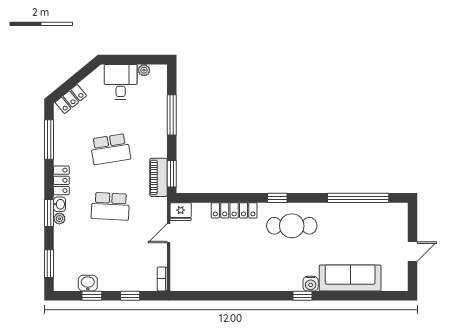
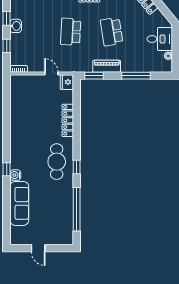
piano: (158, 177) -> (107, 66), moved
window: (277, 198) -> (77, 167), moved
washbasin: (88, 283) -> (16, 26), moved

